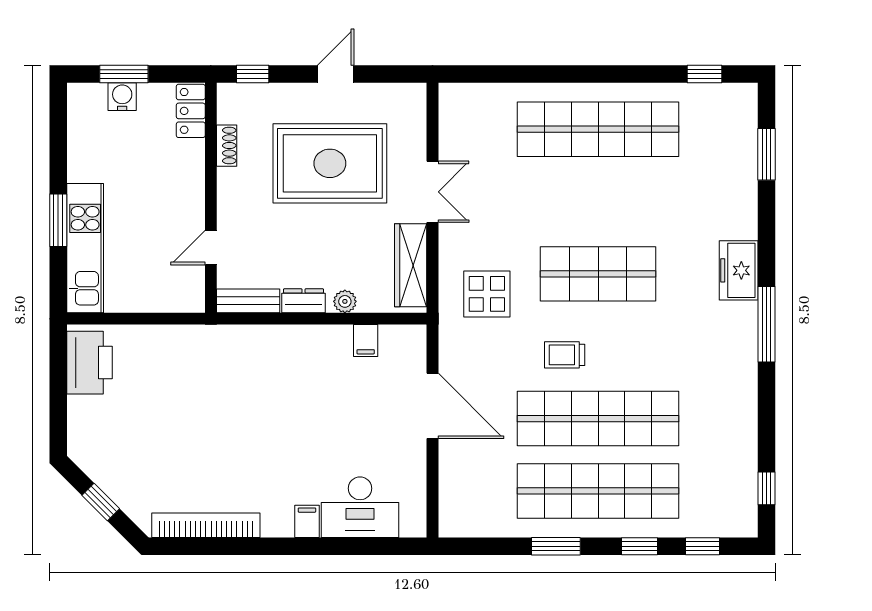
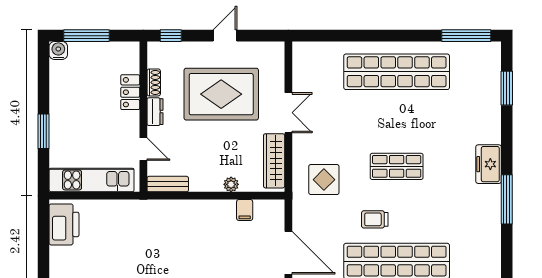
window: (124, 74) -> (86, 36), width x1.44
window: (705, 74) -> (466, 36), width x2.17
water cooler: (122, 97) -> (58, 50), moved
locker: (191, 111) -> (130, 92), moved
kitchen unit: (85, 248) -> (92, 180), moved, turned -90
door: (211, 248) -> (143, 149), swing flipped
shop shelf: (598, 274) -> (397, 166), width x0.70, depth x0.74
dresser: (304, 301) -> (155, 112), moved, turned 90

